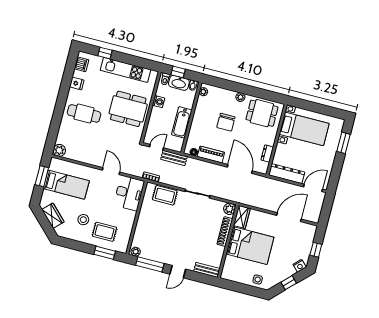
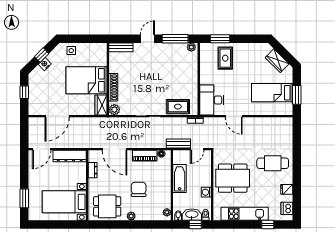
plant: (59, 150) -> (287, 123), removed
stool: (83, 220) -> (248, 64), removed
rug: (104, 232) -> (225, 58), turned 90
nightstand: (300, 266) -> (45, 64), moved

